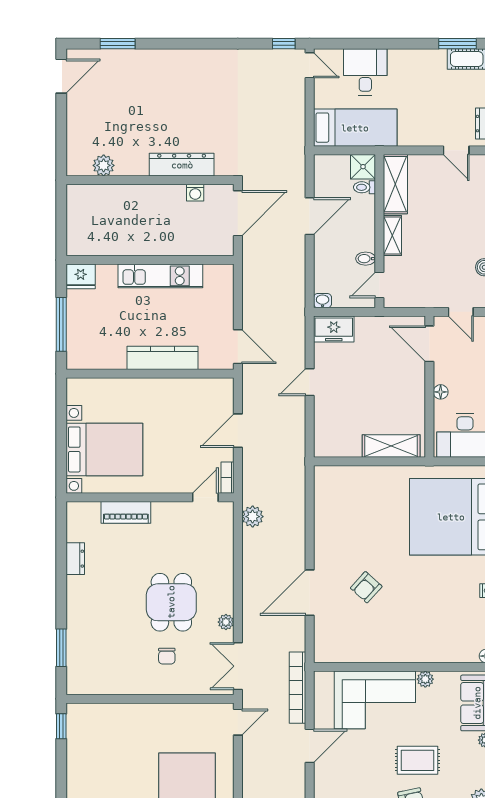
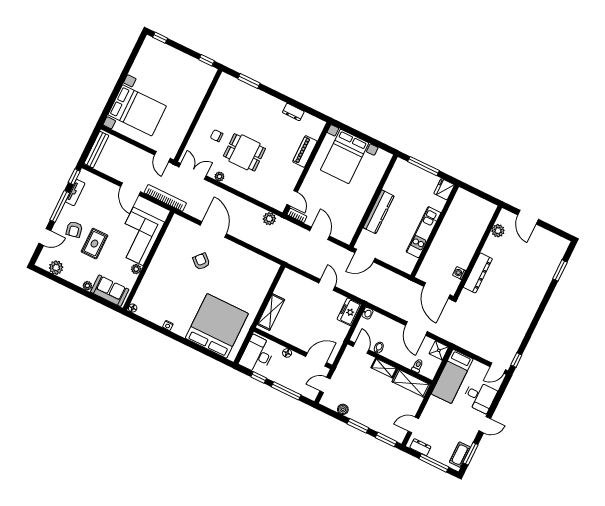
door: (404, 44) -> (485, 425), added
door: (61, 76) -> (528, 217), moved
shower: (363, 167) -> (439, 350), moved

